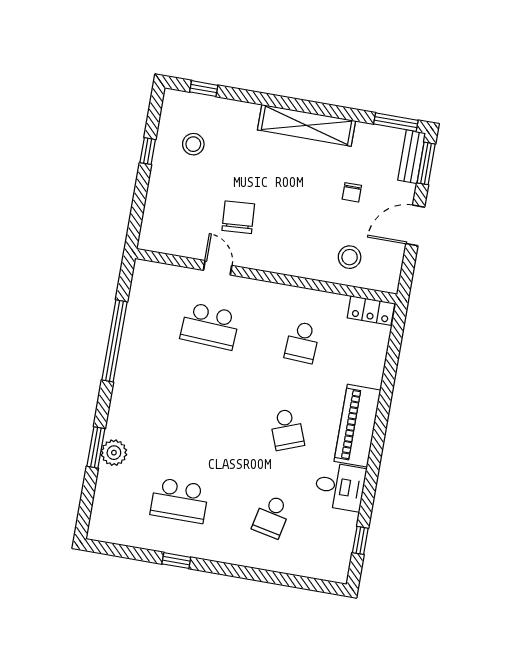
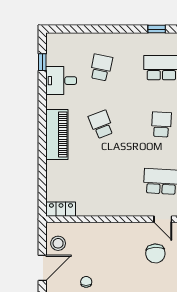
stool: (350, 257) -> (58, 243), moved
school desk: (302, 342) -> (161, 124), moved
desk: (340, 487) -> (61, 81), moved

